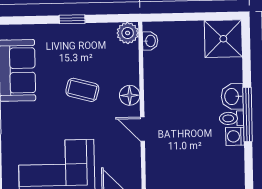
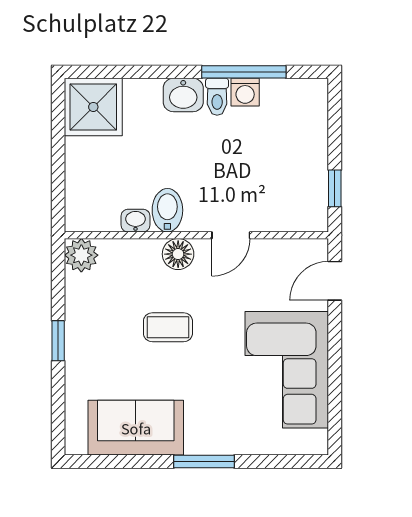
washbasin: (150, 41) -> (136, 221), moved
bidet: (158, 88) -> (167, 210), added
coffee table: (82, 90) -> (168, 327), turned 75
window: (248, 115) -> (244, 72), moved

